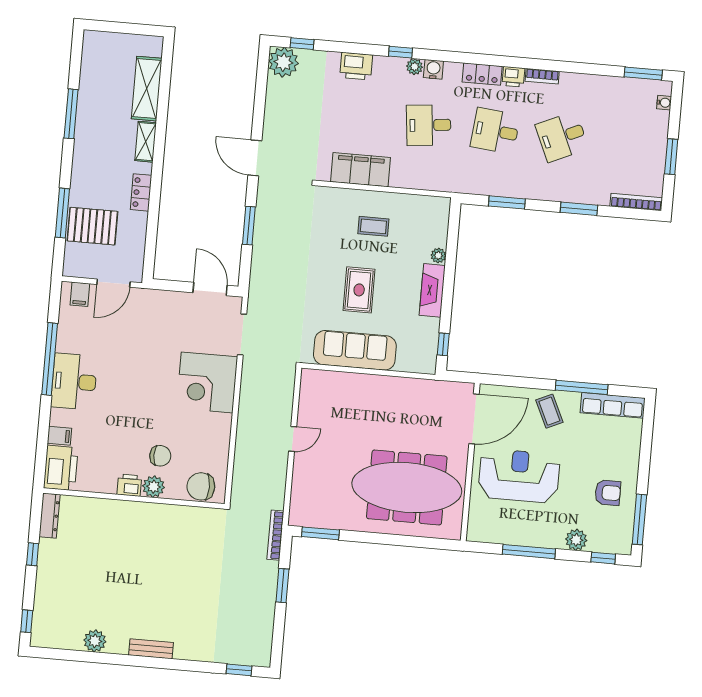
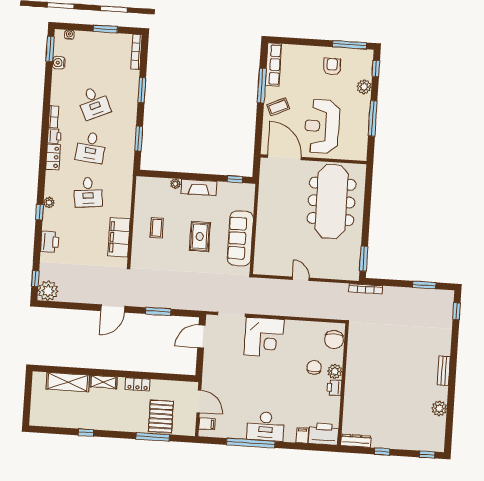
water cooler: (433, 69) -> (59, 63), moved
window: (71, 114) -> (86, 432), width x0.46
rug: (359, 290) -> (200, 236), turned 90
window: (282, 586) -> (424, 285), moved

